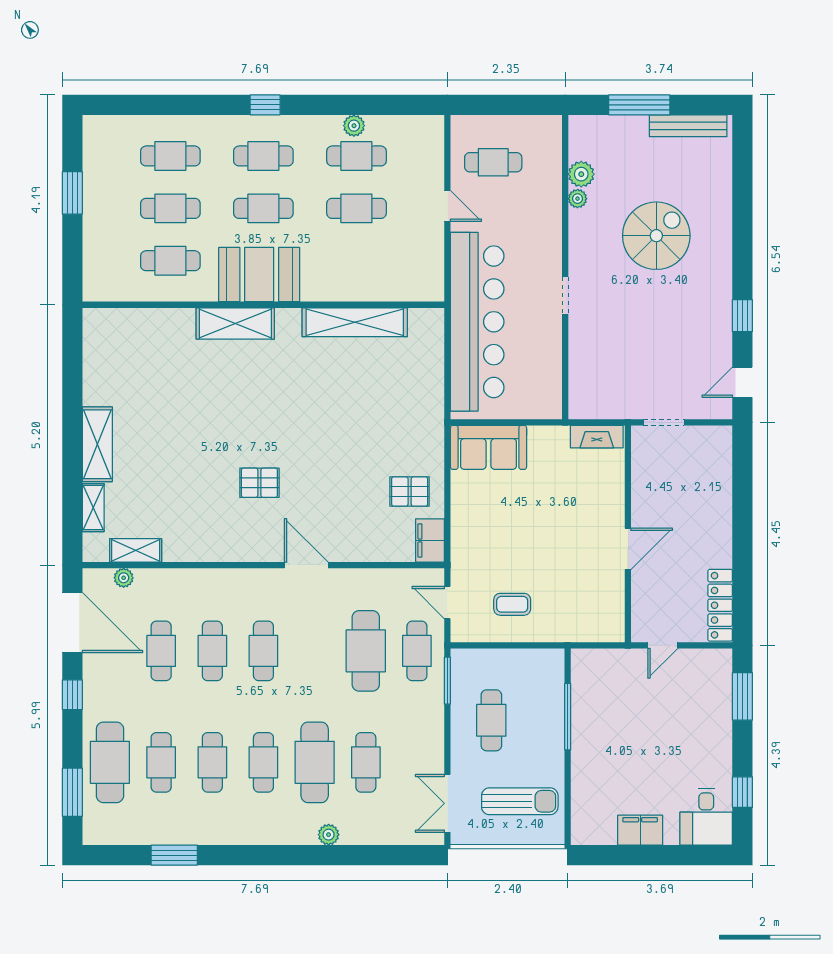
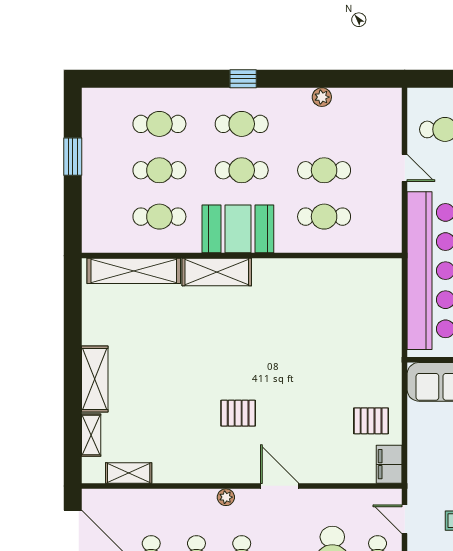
cafe table: (356, 156) -> (324, 217), moved
shelving: (355, 322) -> (134, 271), moved
plant: (124, 578) -> (226, 497), moved

